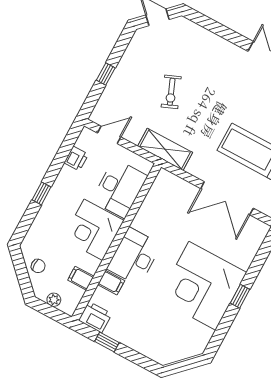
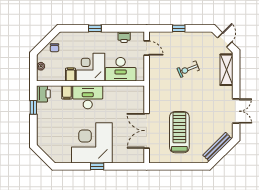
shelving: (165, 149) -> (227, 70), moved
filing cabinet: (81, 278) -> (71, 75), moved

